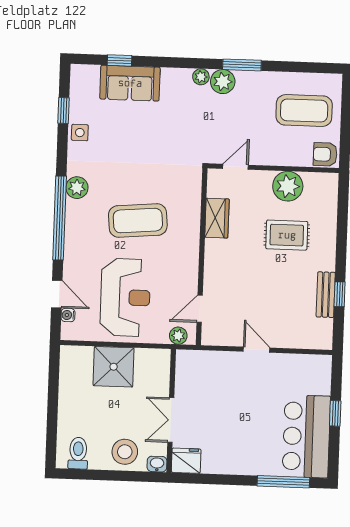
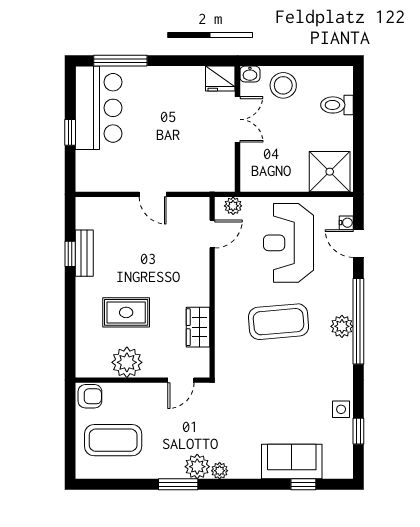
plant: (77, 188) -> (342, 326), moved
shower: (114, 367) -> (330, 172), moved
toilet: (78, 453) -> (337, 105), moved, turned 90

